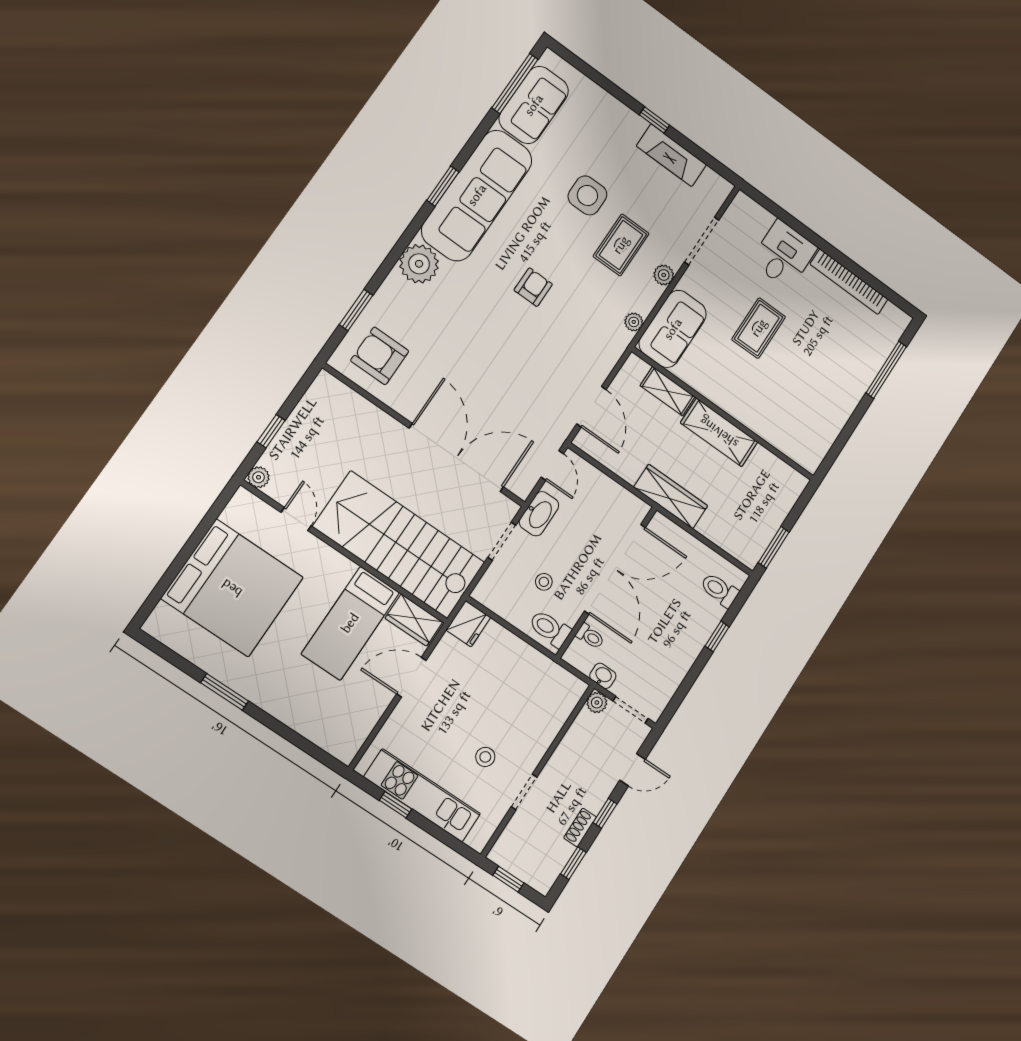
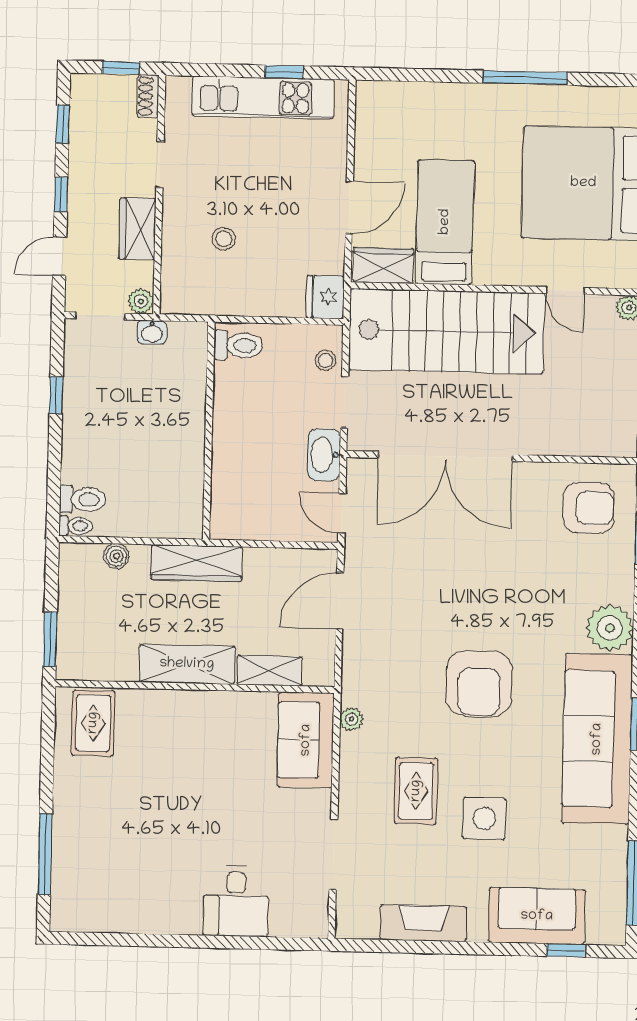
sofa: (534, 105) -> (537, 916), moved, turned 90
window: (654, 120) -> (566, 950), moved
plant: (664, 275) -> (351, 790), removed
bookcase: (849, 282) -> (146, 922), removed
armchair: (533, 287) -> (479, 684), width x1.88, depth x1.88
rug: (759, 328) -> (93, 723), moved
door: (591, 407) -> (340, 601), hinge flipped
boiler: (721, 537) -> (116, 556), added
window: (774, 547) -> (50, 639), moved
double door: (615, 569) -> (208, 450), removed
stool: (544, 582) -> (326, 360), moved
toilet: (590, 636) -> (76, 526), moved, turned 180
window: (717, 636) -> (56, 395), moved
window: (224, 692) -> (525, 78), width x1.44
wardrobe: (568, 756) -> (137, 229), added
stool: (485, 757) -> (224, 239), moved
shoe rack: (580, 827) -> (148, 96), moved, turned 180

